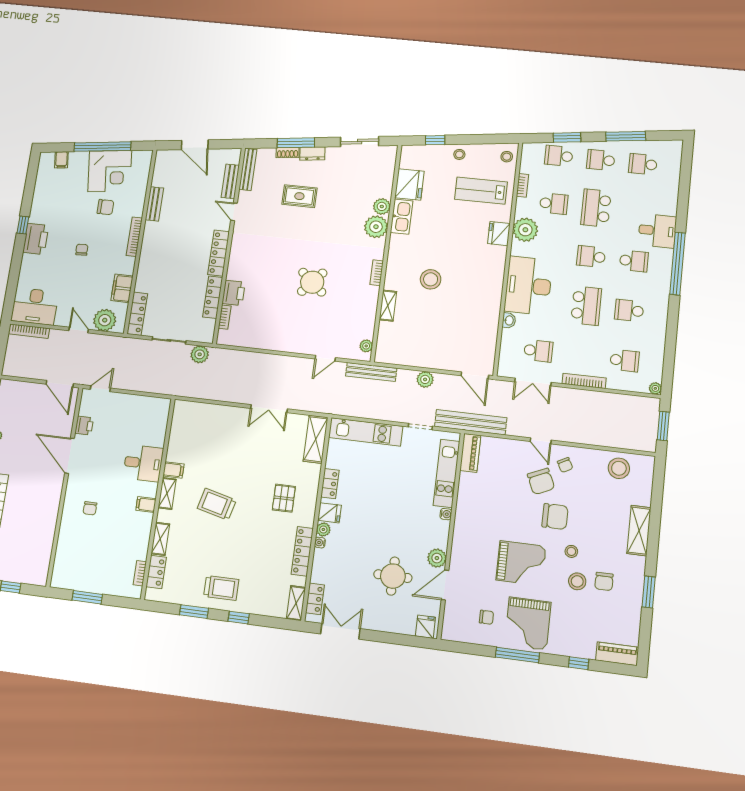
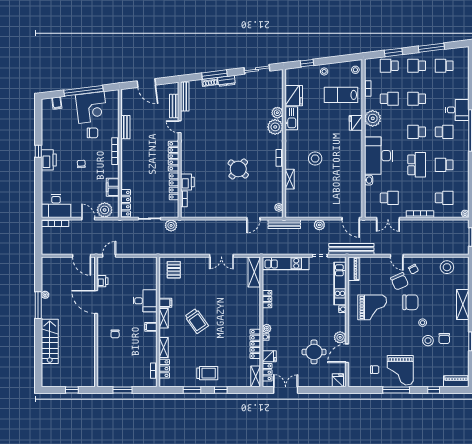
rug: (299, 196) -> (222, 111), removed
school desk: (596, 208) -> (417, 99), width x0.54
pallet: (284, 498) -> (174, 270), moved
trolley: (217, 504) -> (197, 321), turned -139
fridge: (329, 513) -> (269, 356), moved
grand piano: (521, 563) -> (372, 307), moved

